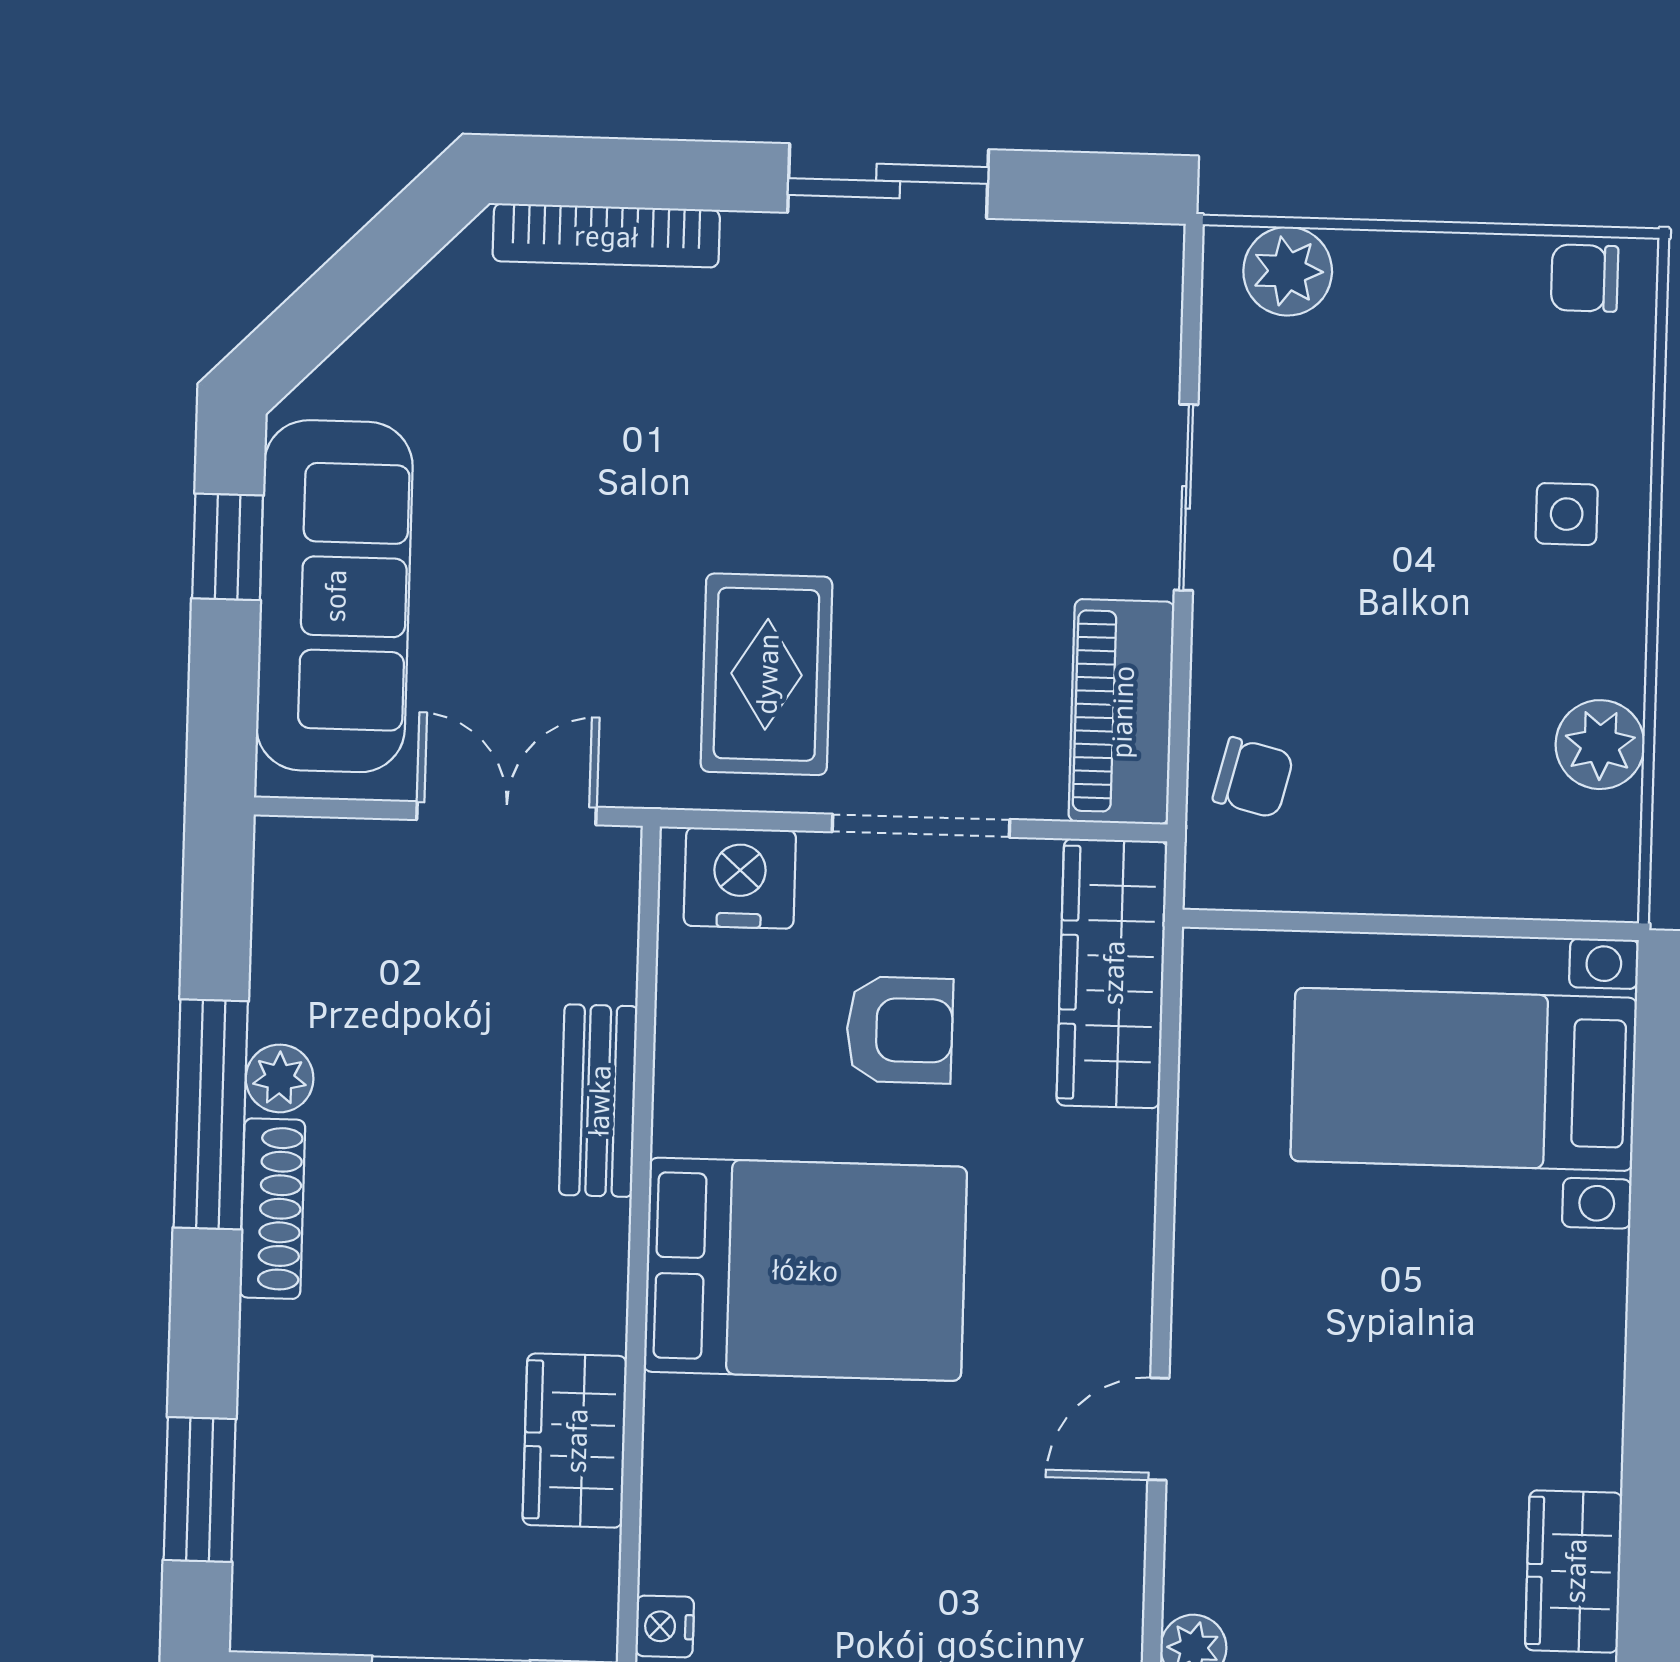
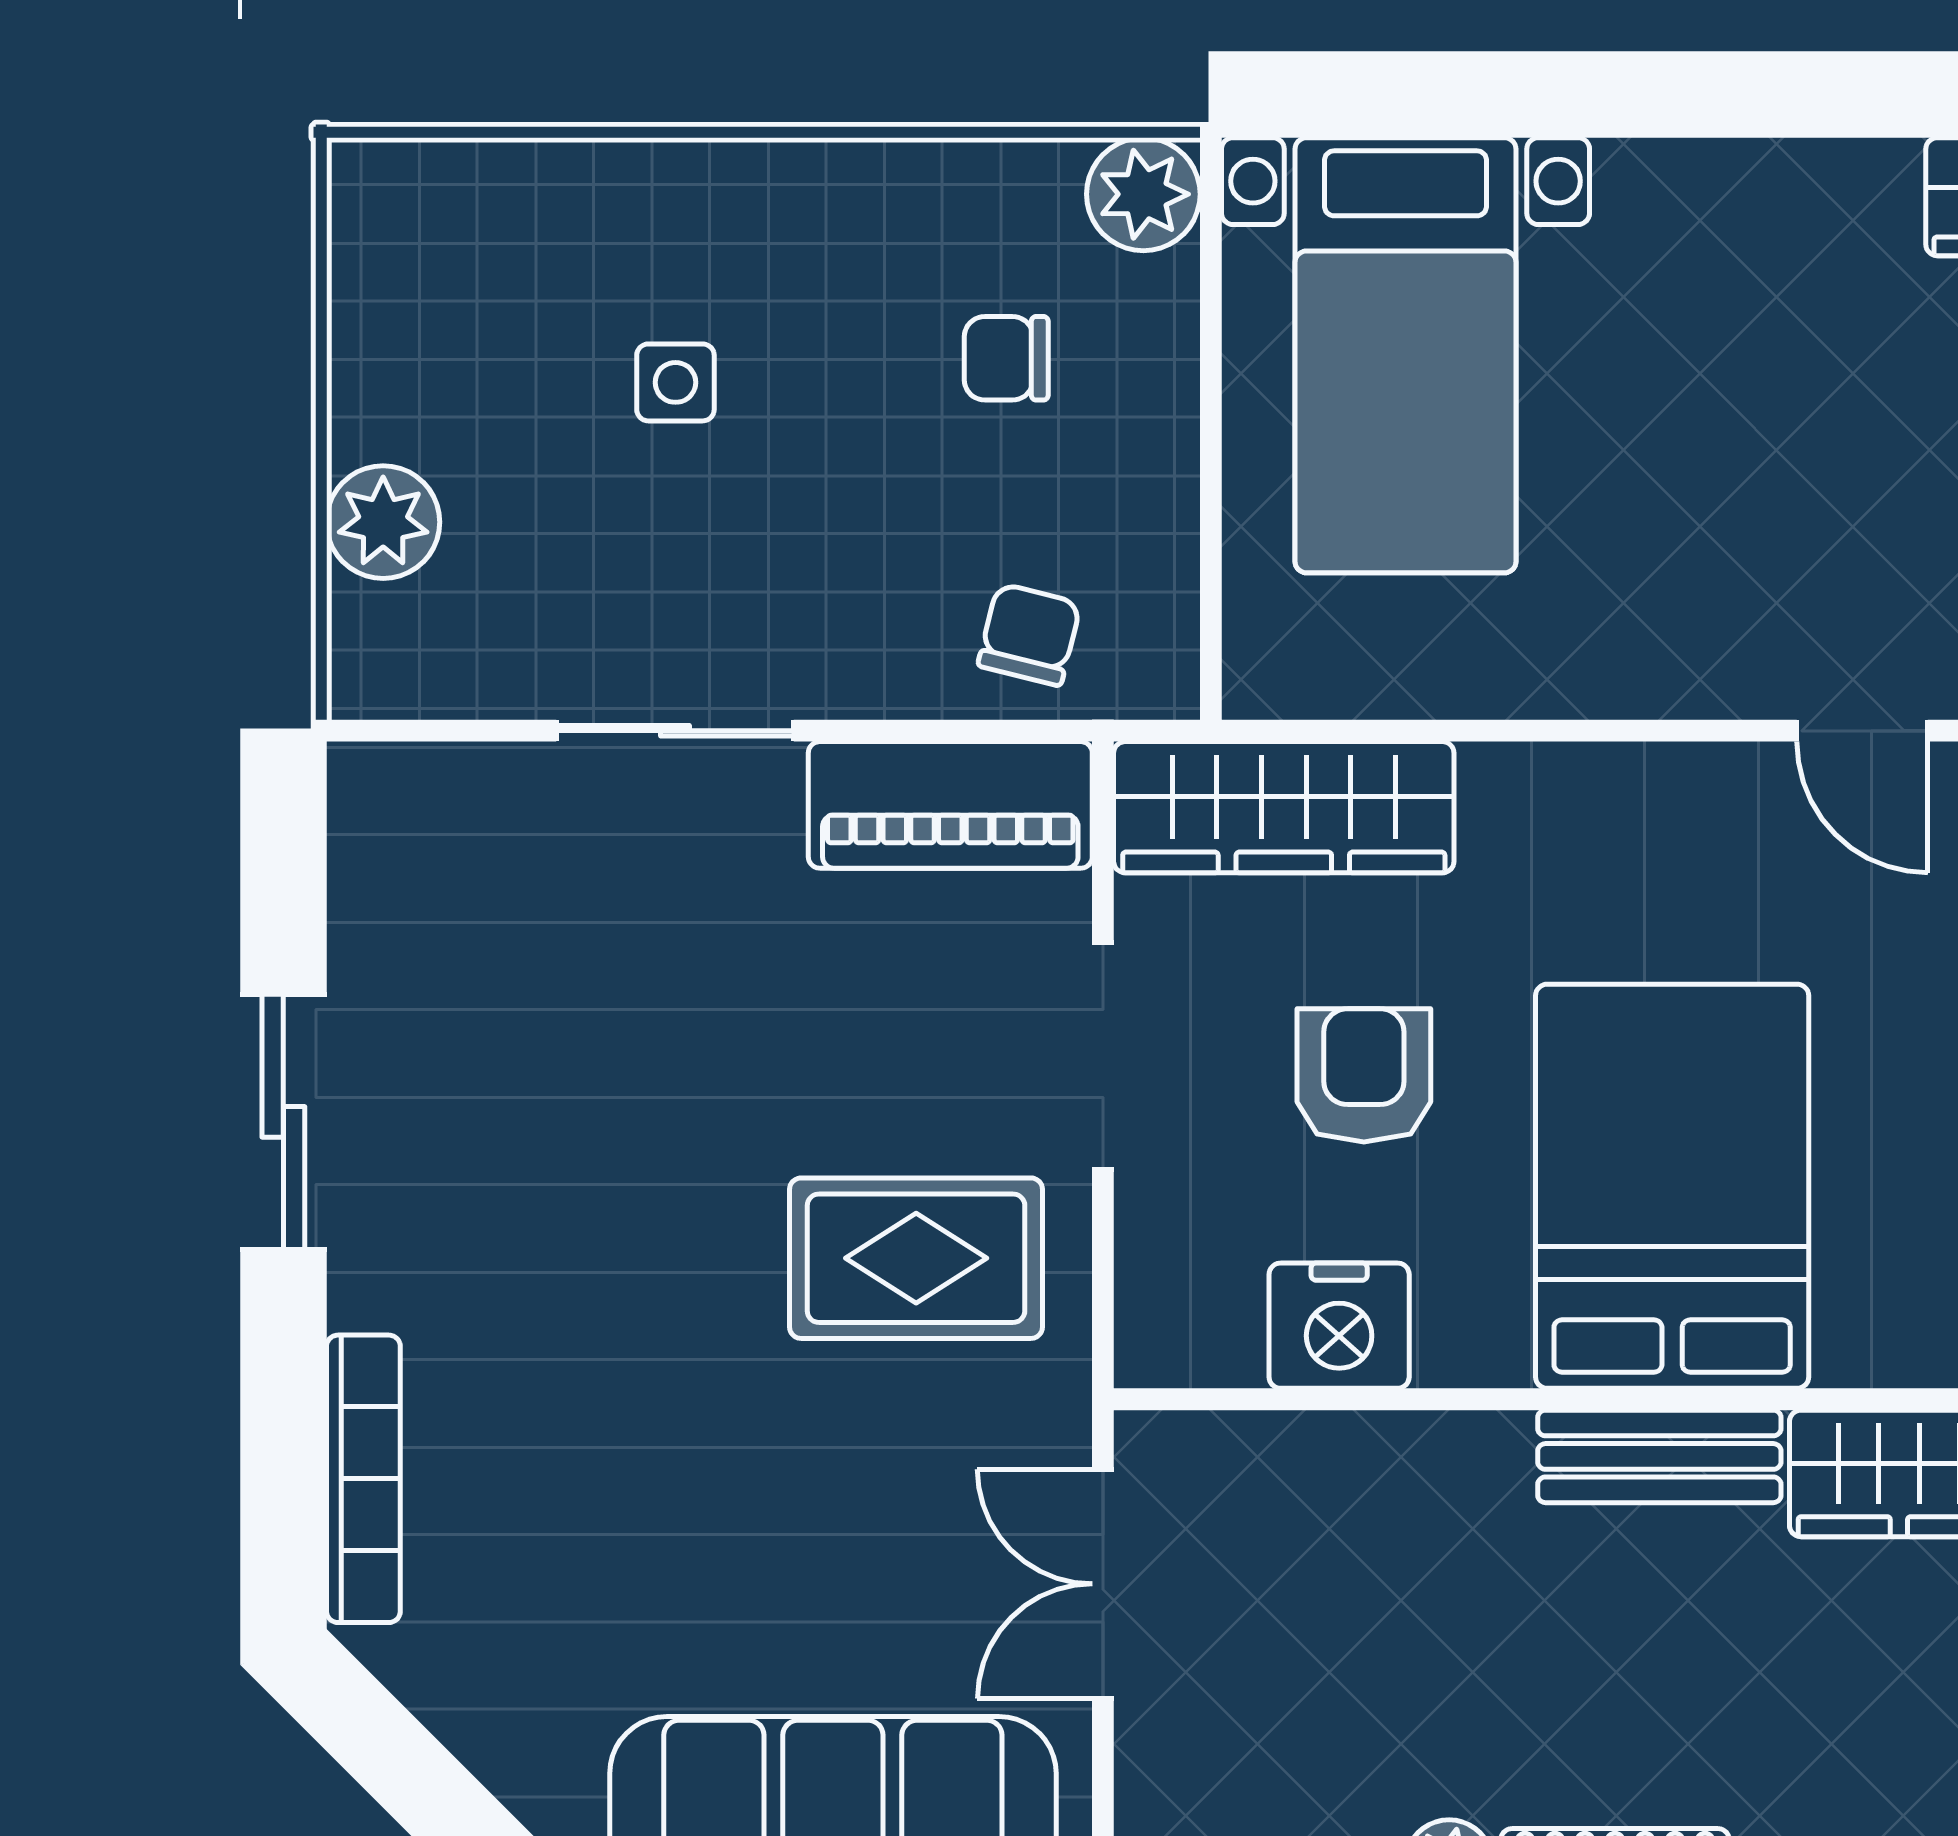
plant: (1288, 271) -> (383, 522), moved
chair: (1585, 278) -> (1006, 358), moved, turned 90
side table: (1567, 514) -> (675, 382), moved
plant: (1600, 745) -> (1143, 194), moved
nightstand: (740, 878) -> (1339, 1326), moved, turned -90
bench: (598, 1101) -> (1659, 1456), moved

